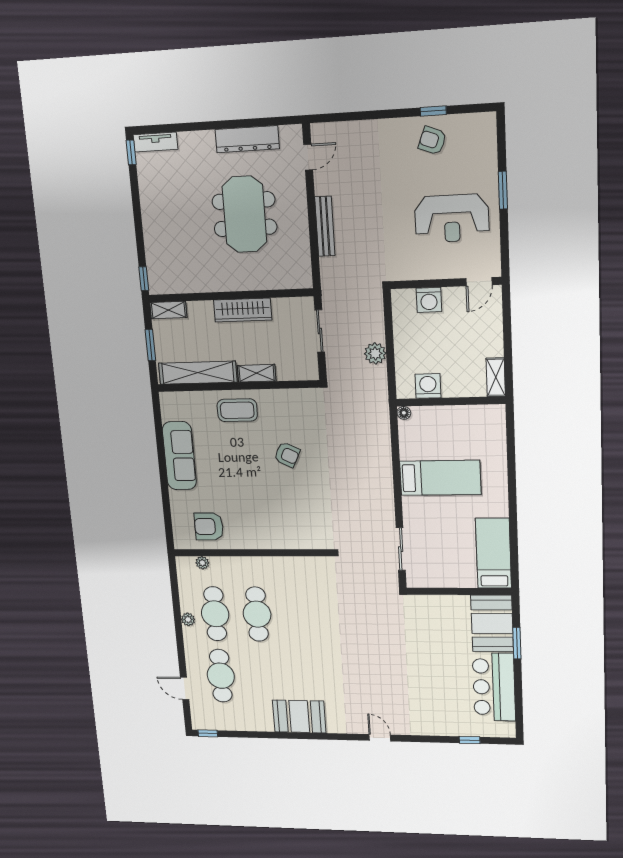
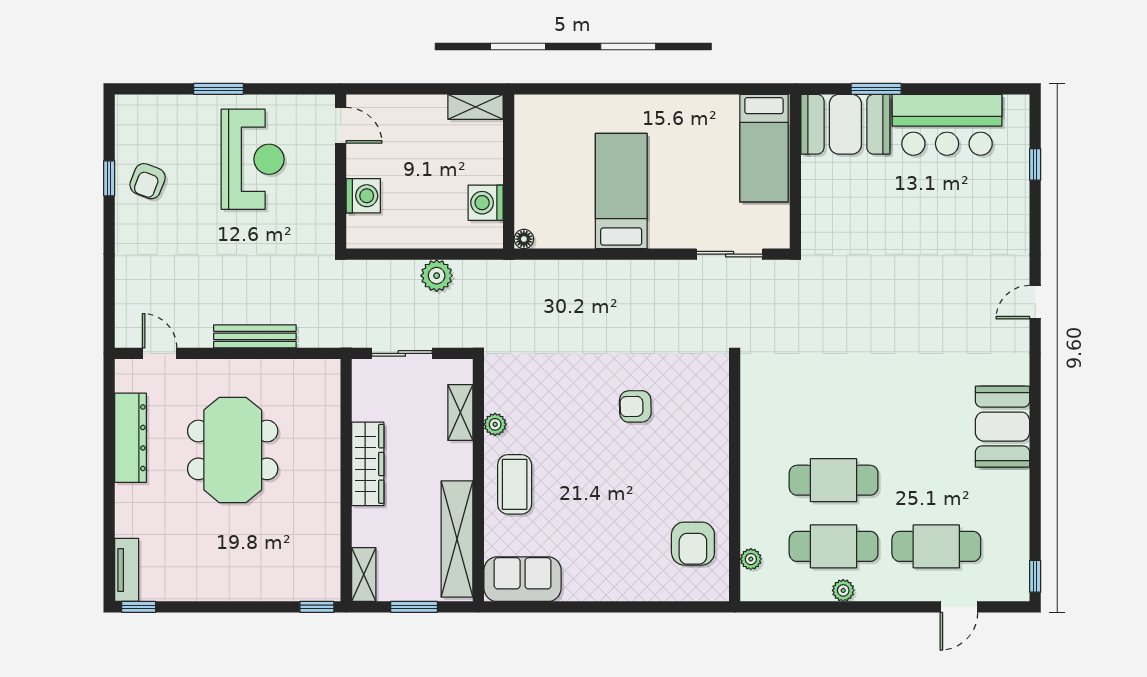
meeting table: (244, 214) -> (233, 450), turned 90
shelving: (257, 373) -> (460, 412), moved
plant: (276, 396) -> (495, 424), added
armchair: (287, 455) -> (635, 406), moved, turned -117
sofa: (179, 456) -> (523, 579), moved, width x0.73
bed: (493, 553) -> (764, 148), moved, turned -90

